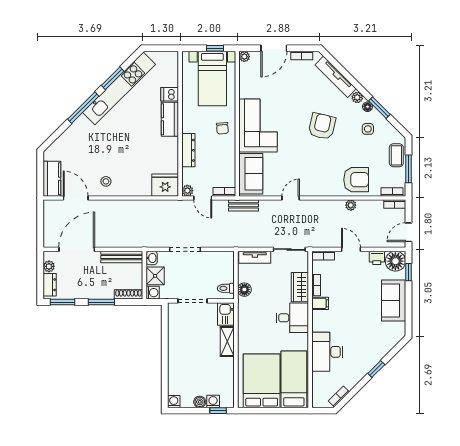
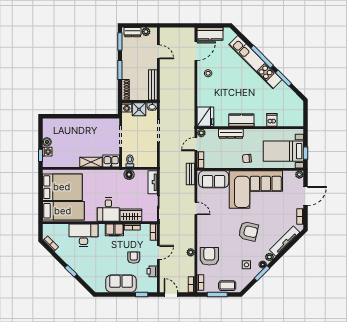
door: (274, 48) -> (305, 196), swing flipped
kitchen unit: (119, 88) -> (255, 62), moved
kitchen counter: (170, 119) -> (241, 120), moved
corner sofa: (258, 126) -> (256, 189), width x1.36, depth x1.36
armchair: (356, 180) -> (209, 256), turned 180
door: (77, 249) -> (158, 52), width x0.53
floor lamp: (395, 261) -> (150, 285), removed
armchair: (358, 283) -> (134, 258), added
filing cabinet: (320, 303) -> (114, 230), width x2.00
washing machine: (174, 402) -> (47, 123), removed

